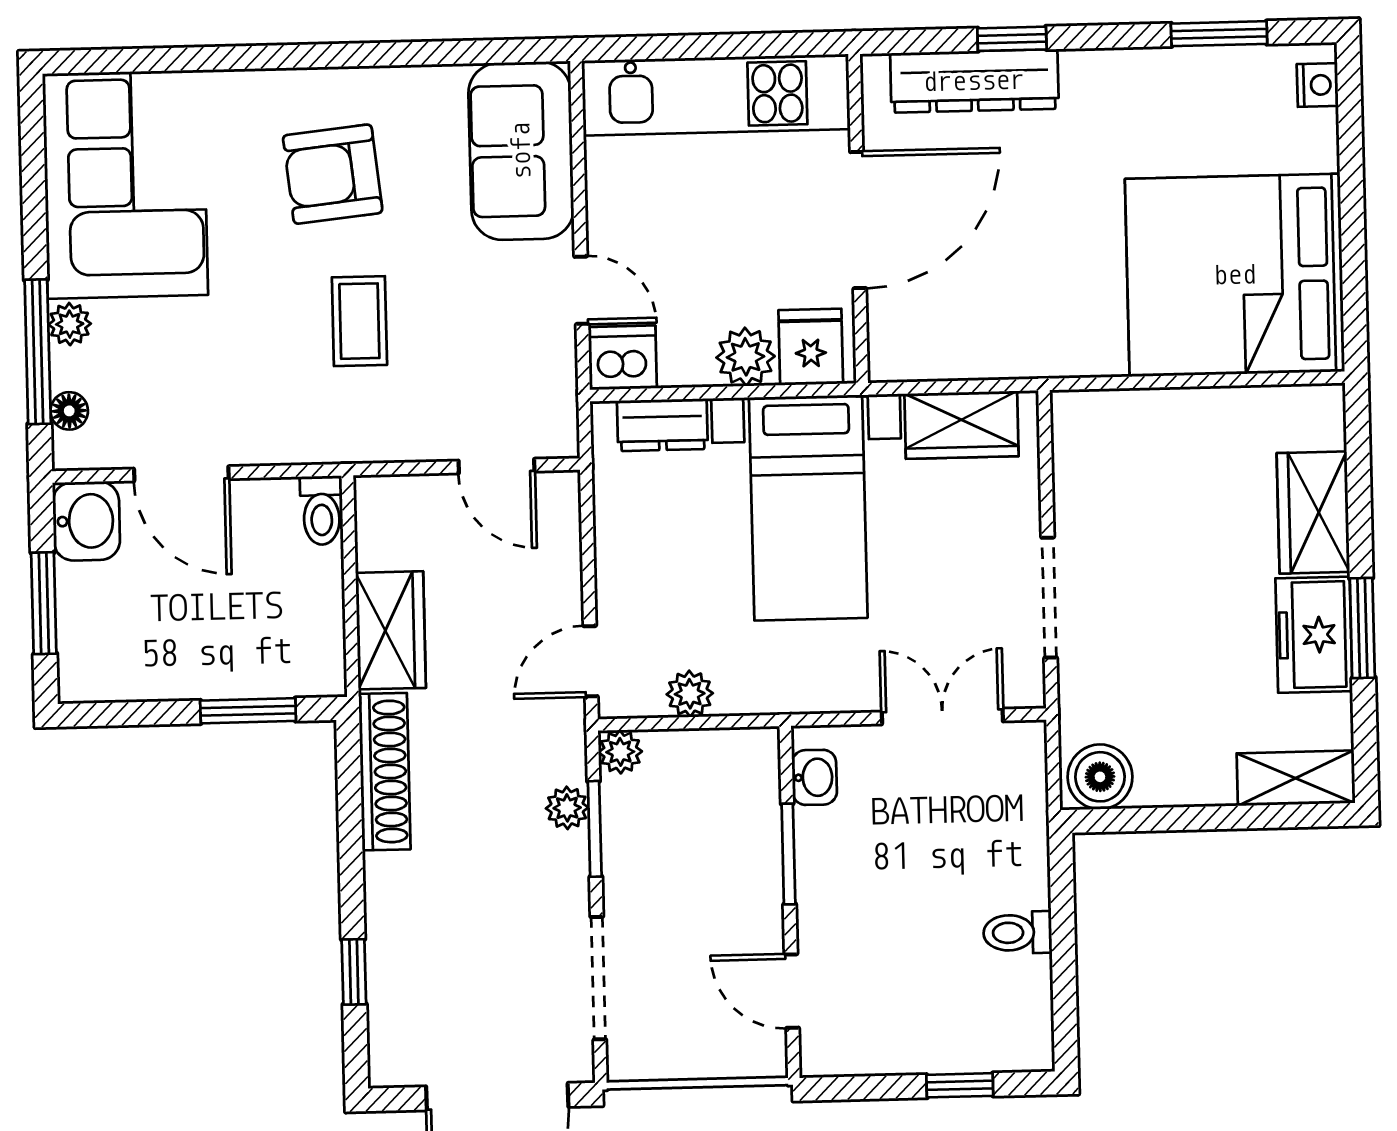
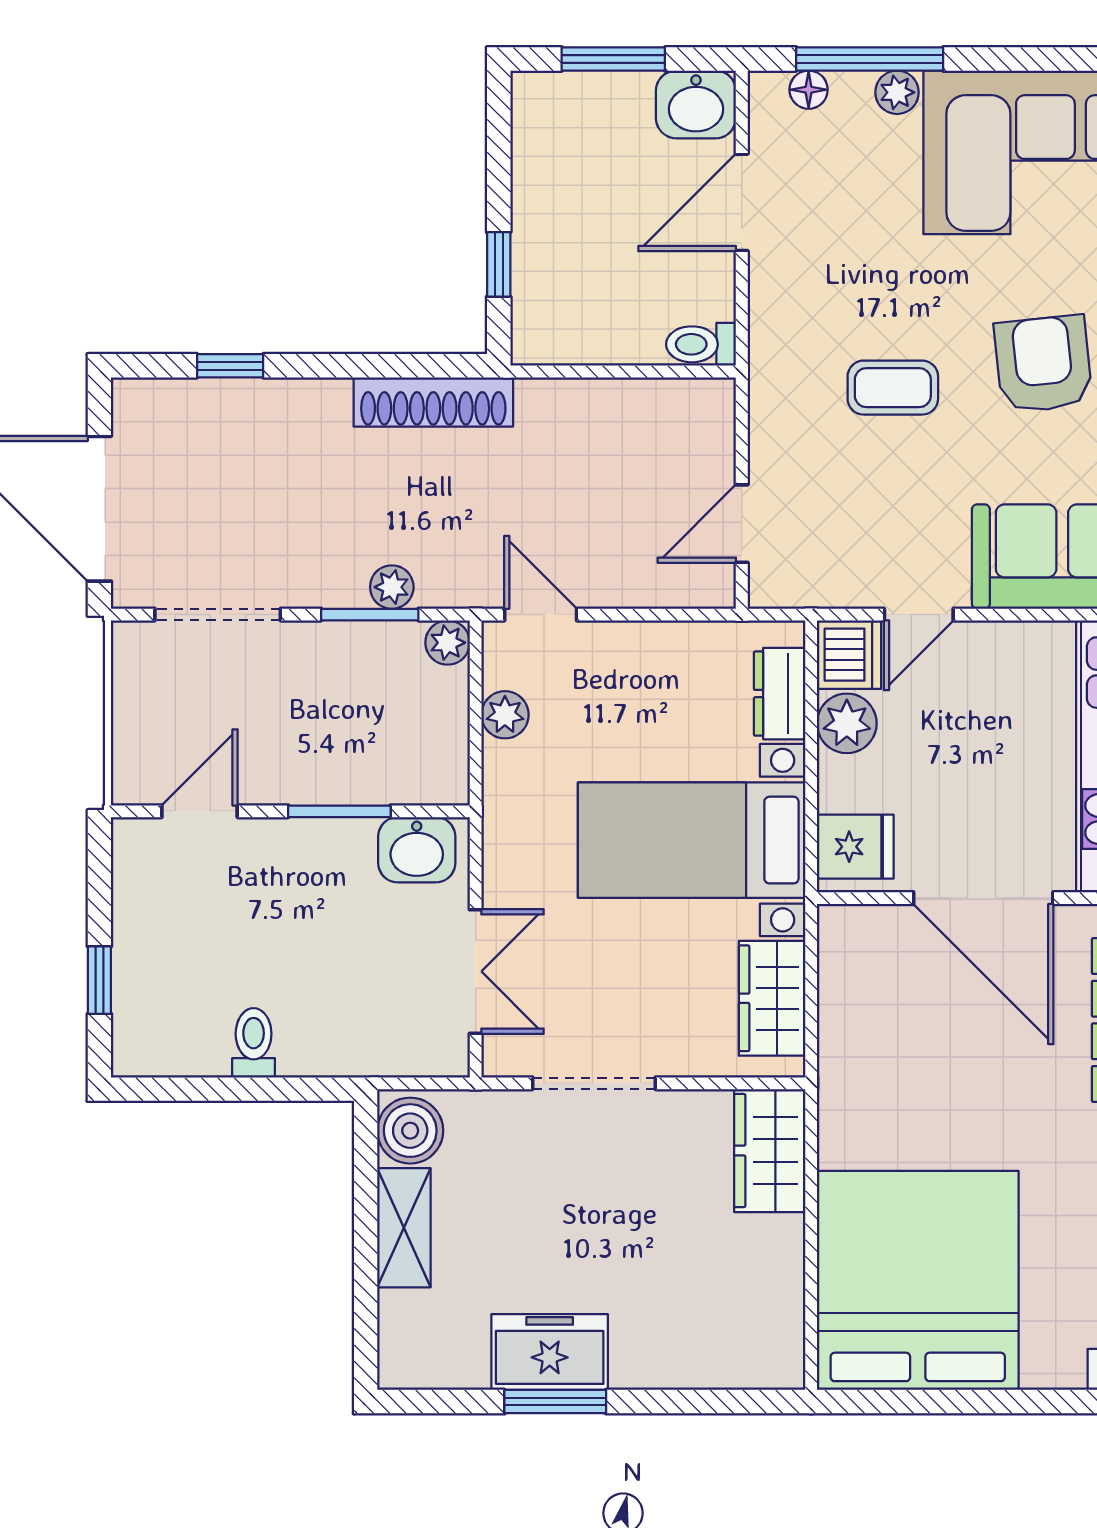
plant: (746, 357) -> (847, 723), moved
wardrobe: (1313, 513) -> (770, 1151), moved, turned -90
wardrobe: (391, 630) -> (577, 412), removed
window: (248, 711) -> (499, 264), width x0.67
washbasin: (814, 777) -> (417, 850), width x1.38, depth x1.45
shelving: (1296, 778) -> (404, 1228), moved

